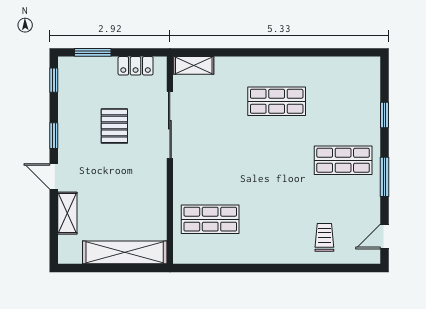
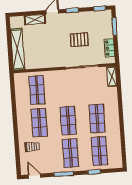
shop shelf: (343, 101) -> (99, 151), added
shop shelf: (277, 160) -> (68, 121), added
shop shelf: (277, 219) -> (39, 123), added

